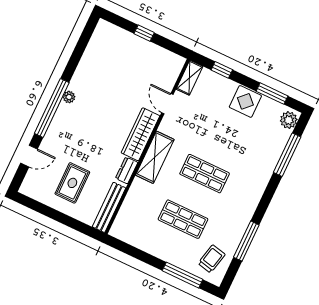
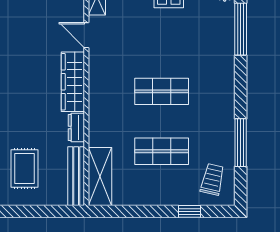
shelving: (155, 157) -> (100, 177), moved
window: (183, 275) -> (189, 211), width x0.46

